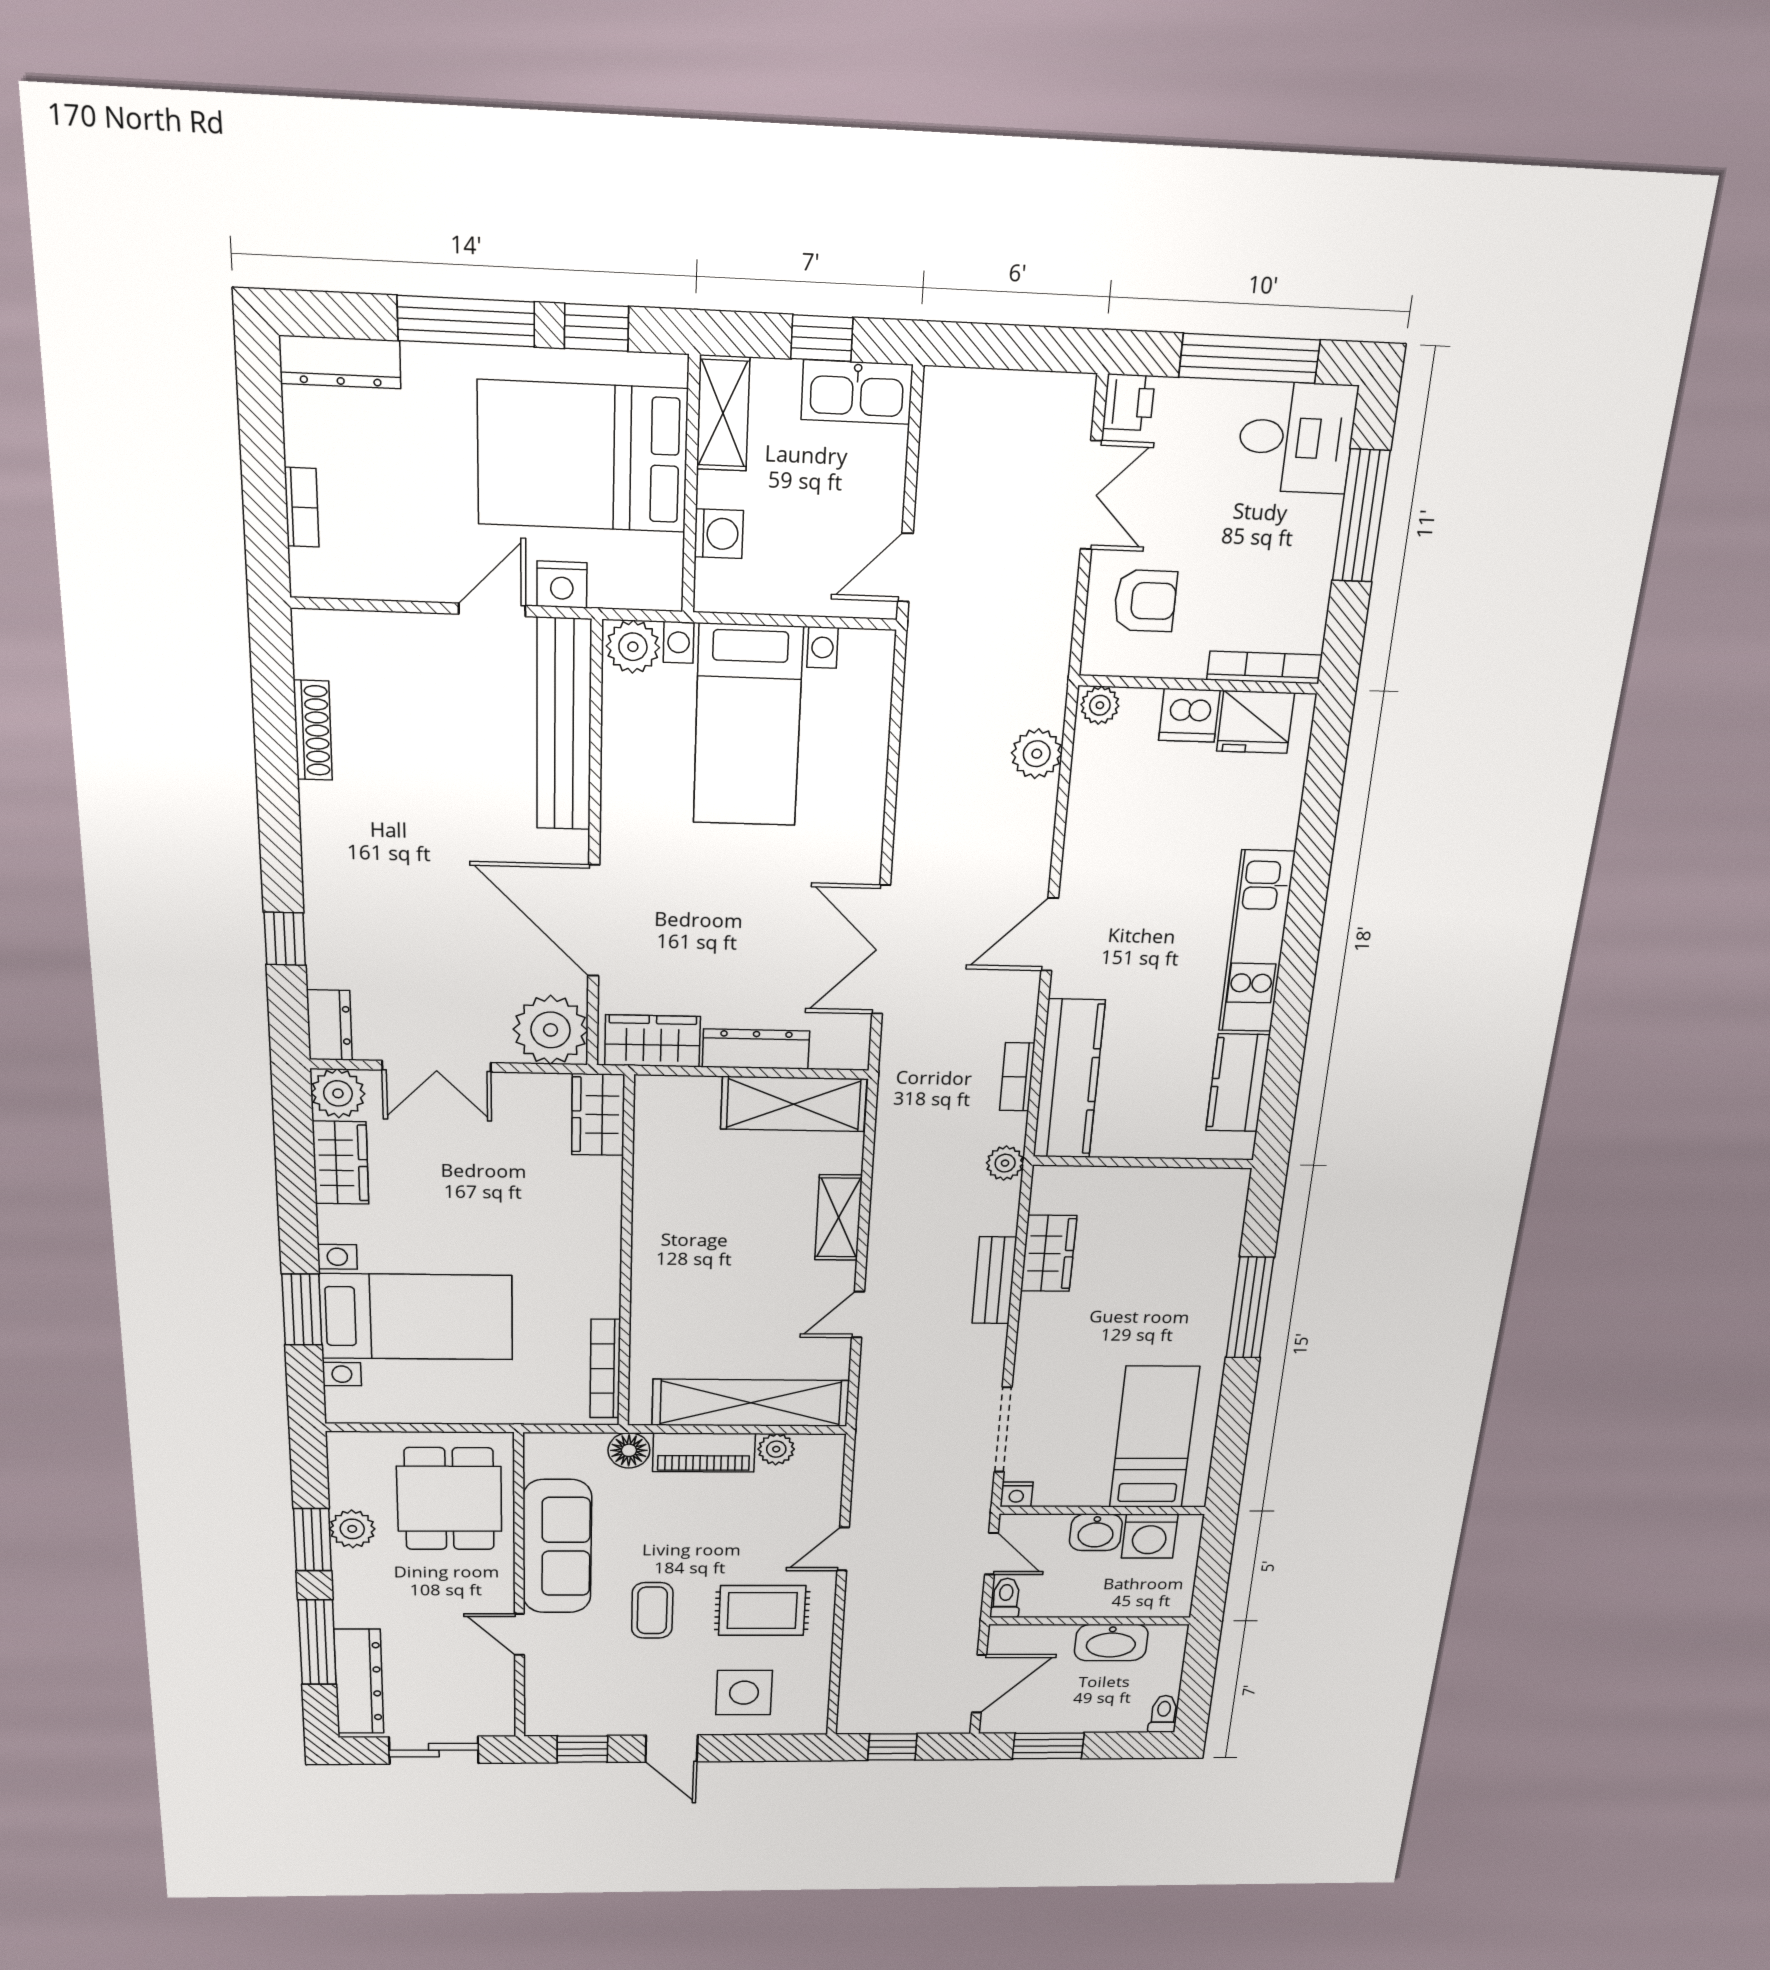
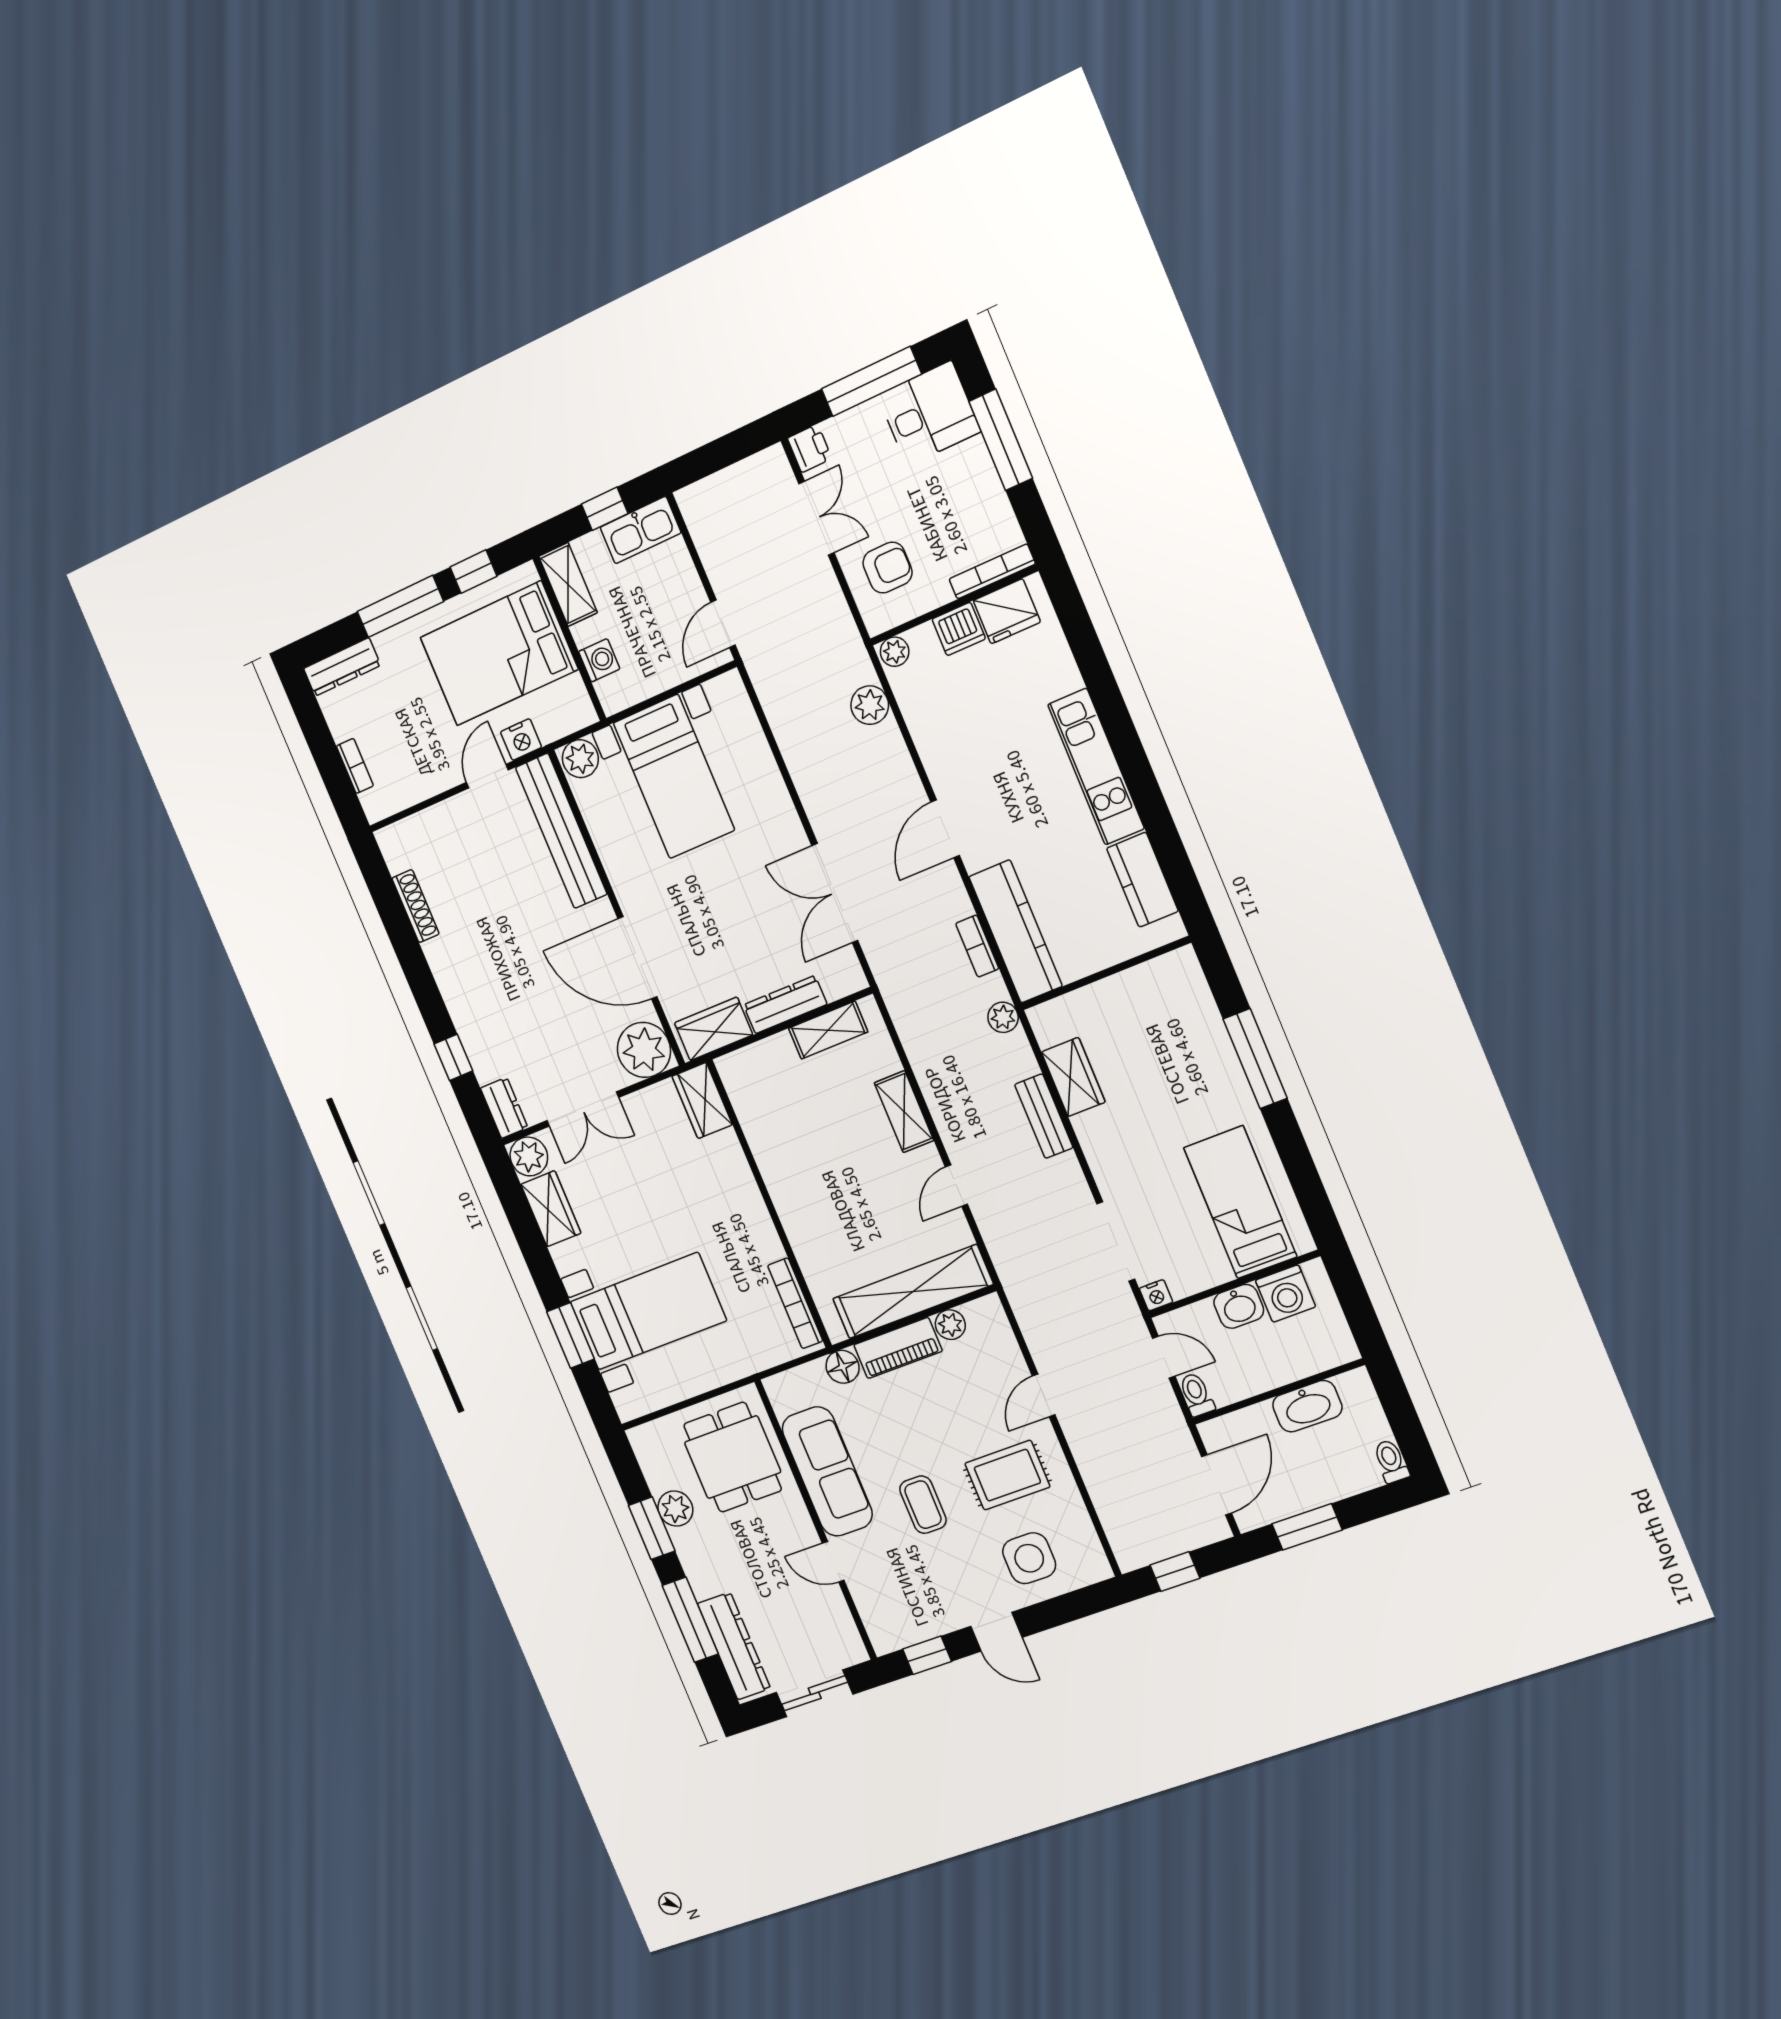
shelving: (794, 1104) -> (828, 1030), width x0.67, depth x0.75

